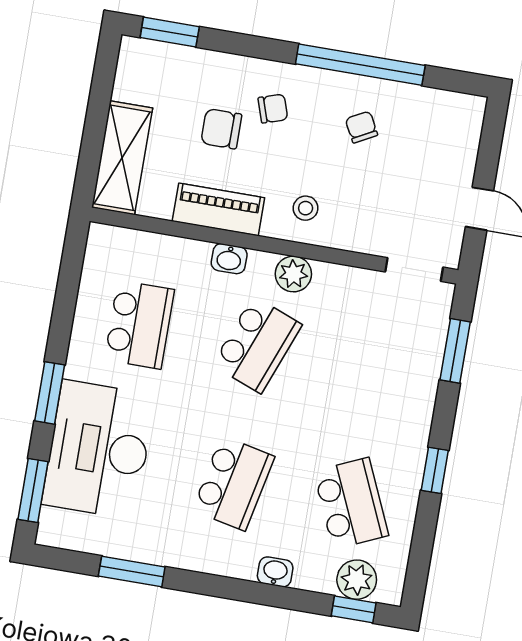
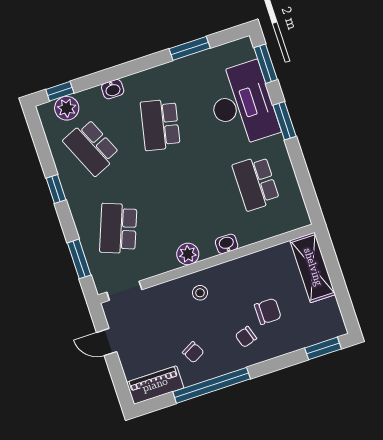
piano: (218, 209) -> (155, 385), moved, turned 180
school desk: (257, 345) -> (118, 228), moved

